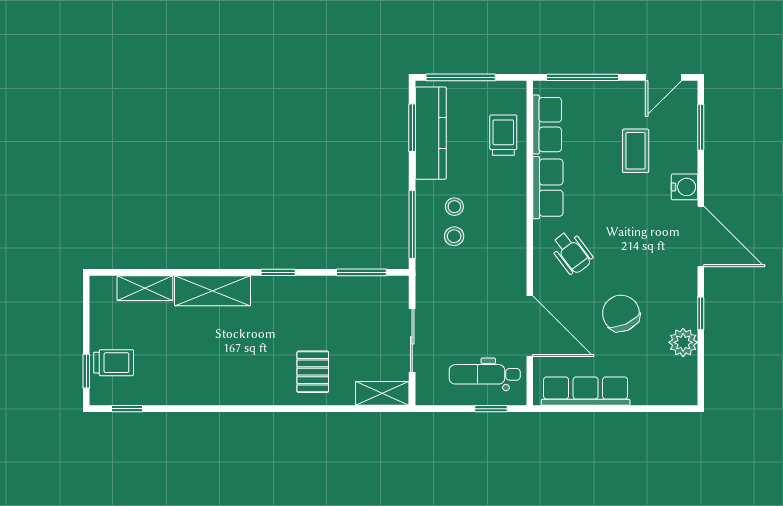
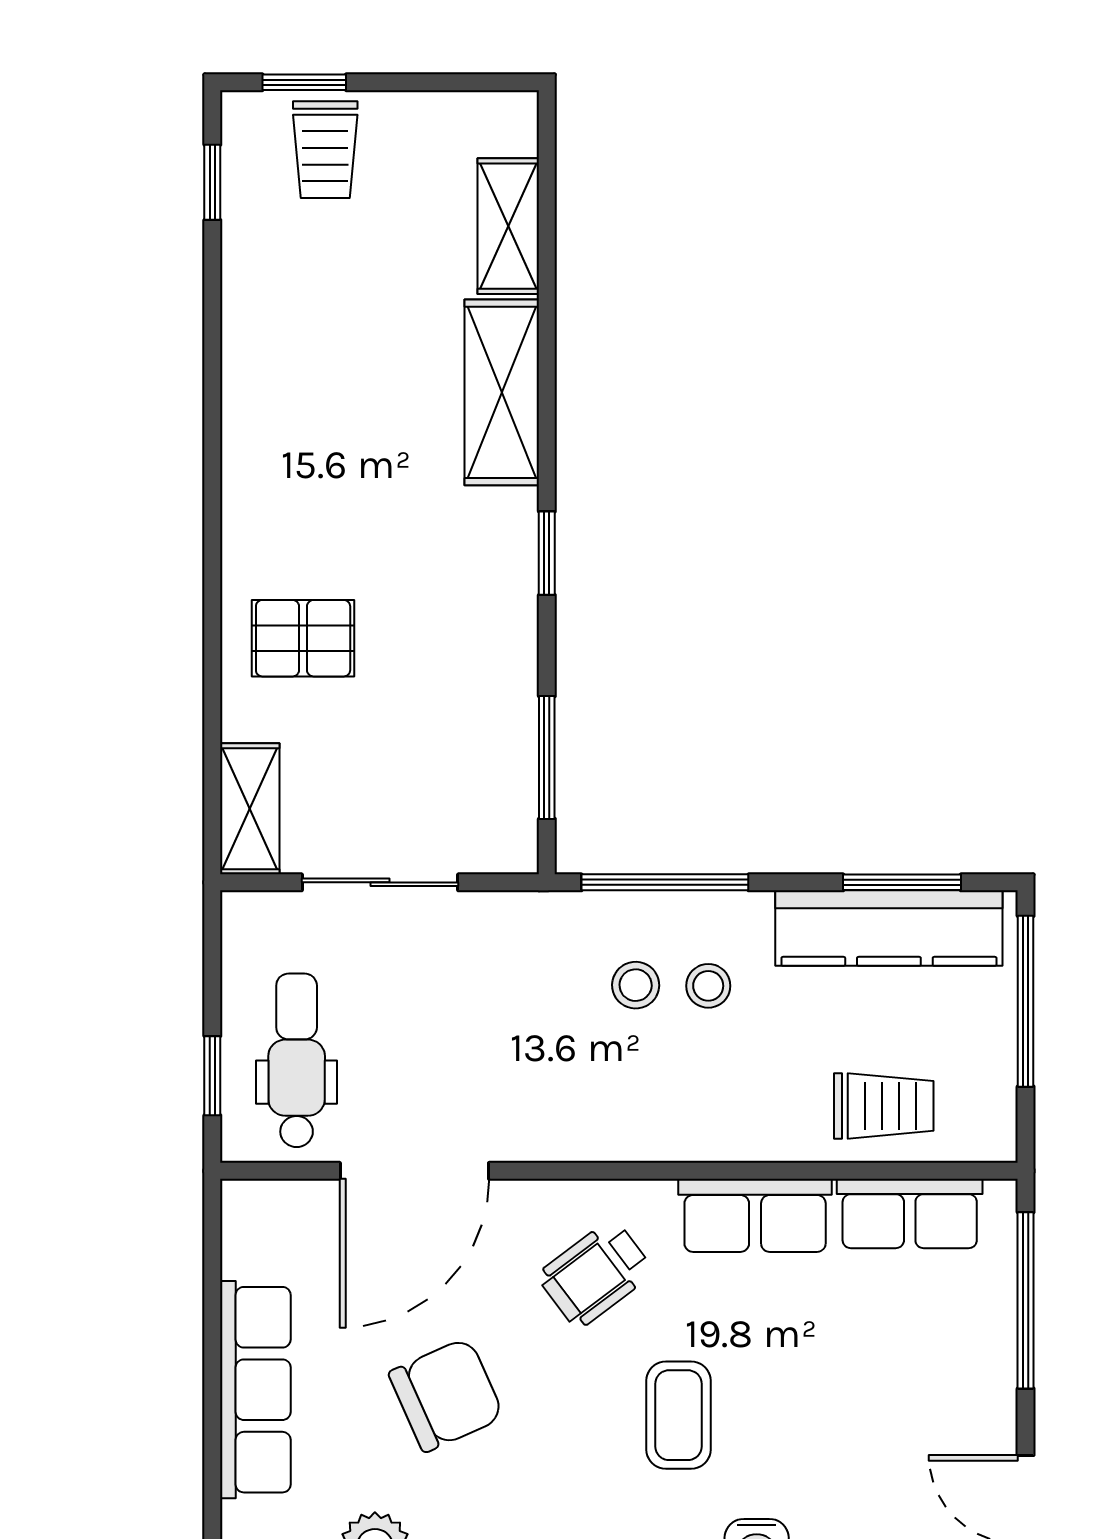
coffee table: (636, 151) -> (678, 1415), moved, turned 90
row of seats: (586, 391) -> (255, 1390), moved

